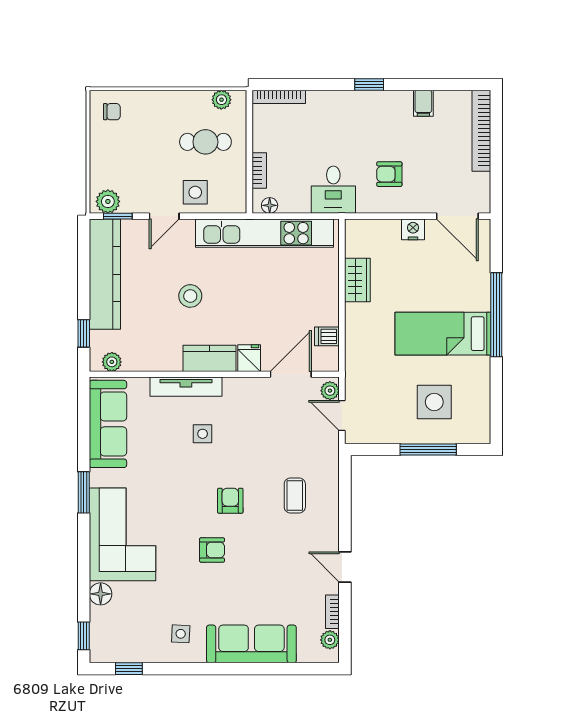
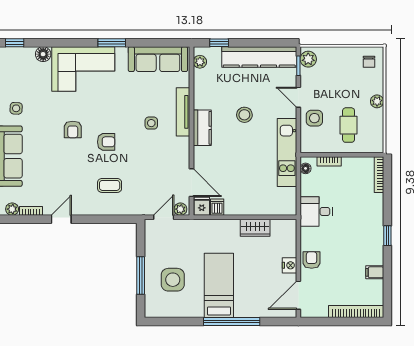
plant: (221, 100) -> (377, 101), moved
armchair: (389, 174) -> (312, 260), moved
kitchen unit: (264, 233) -> (287, 152), width x0.73
fridge: (249, 358) -> (202, 206), moved, turned -90

